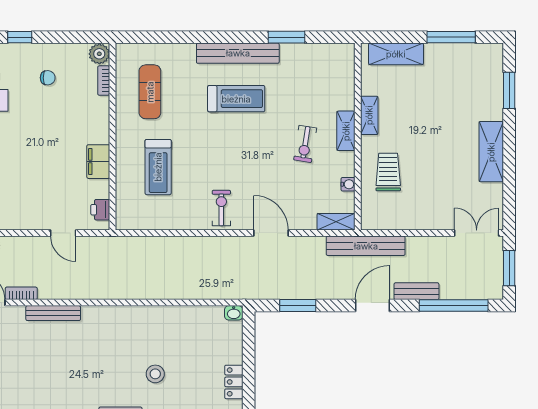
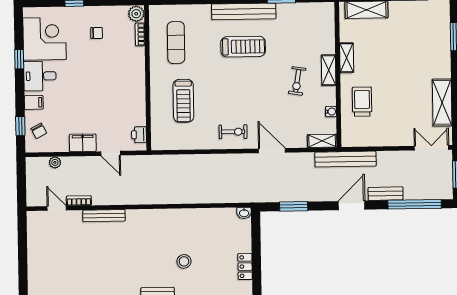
shelving: (491, 152) -> (442, 102), moved
filing cabinet: (98, 162) -> (83, 143), moved, turned 90
exercise bike: (221, 208) -> (233, 132), turned 90

